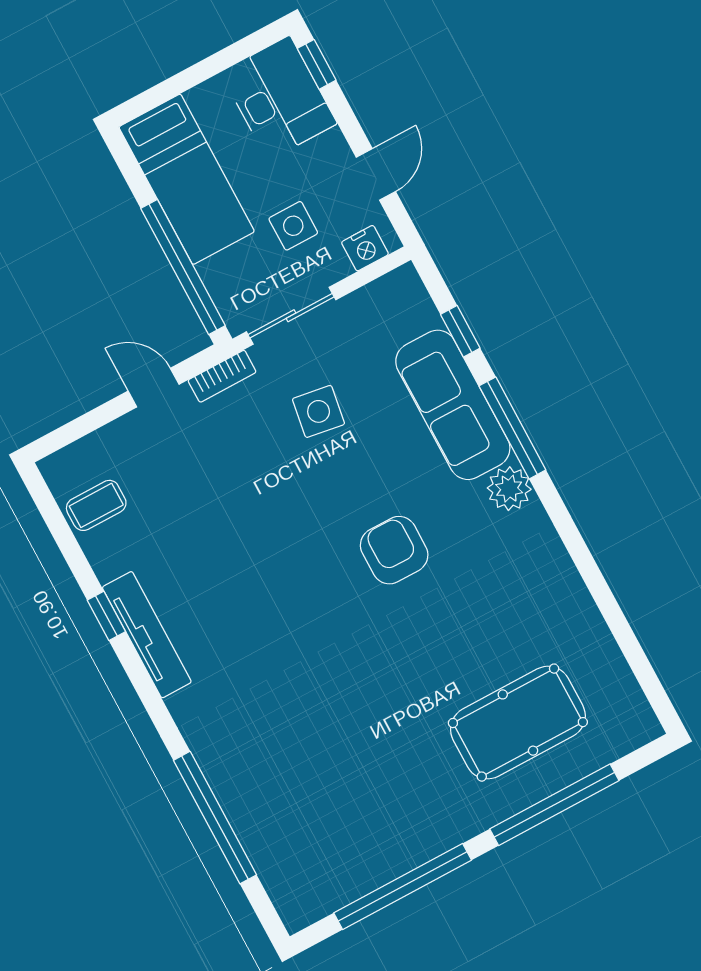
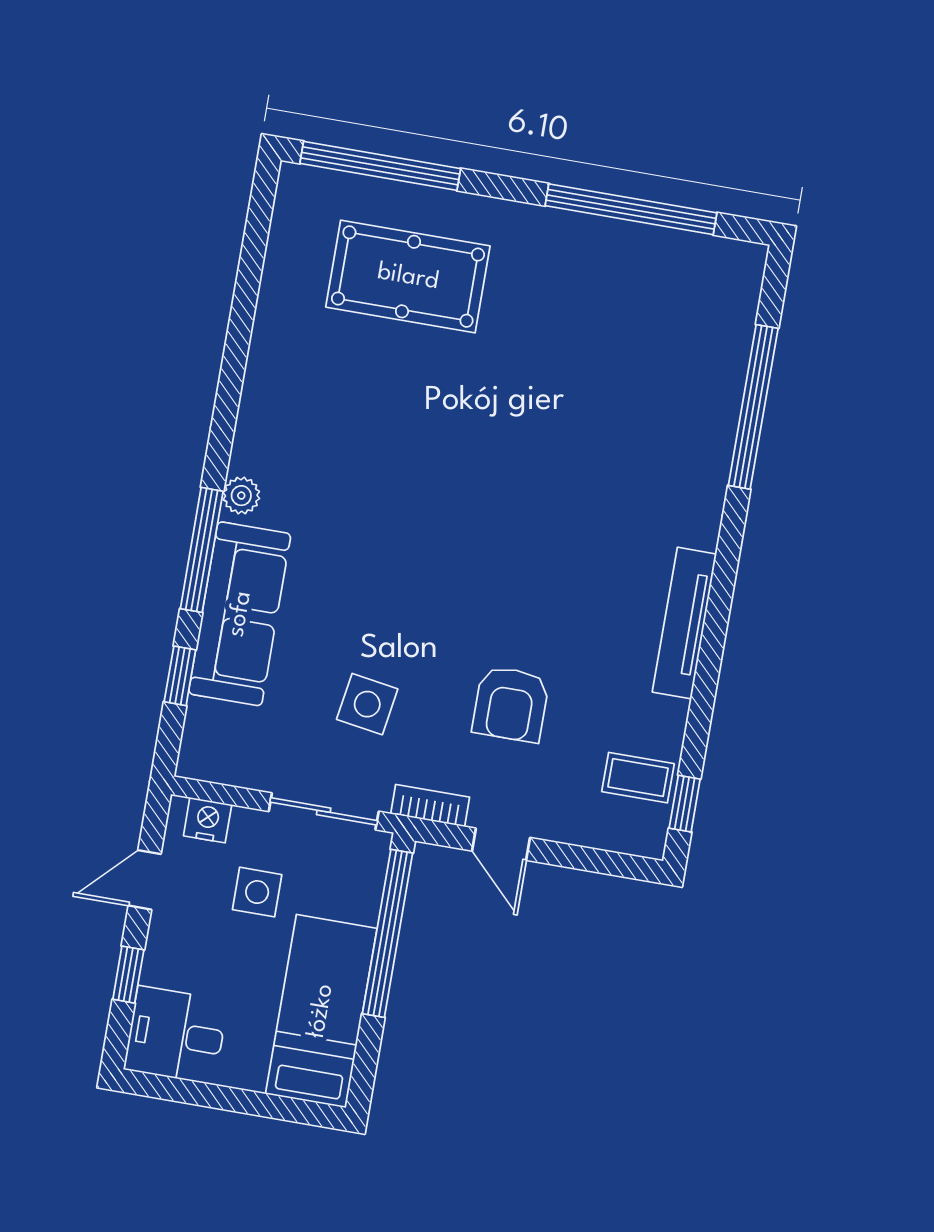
window: (317, 64) -> (128, 975), moved
desk: (279, 98) -> (176, 1035), width x0.73
plant: (509, 489) -> (241, 496), width x0.73, depth x0.73
armchair: (394, 550) -> (511, 704), moved
window: (106, 616) -> (685, 804), moved
window: (554, 805) -> (380, 166), moved

